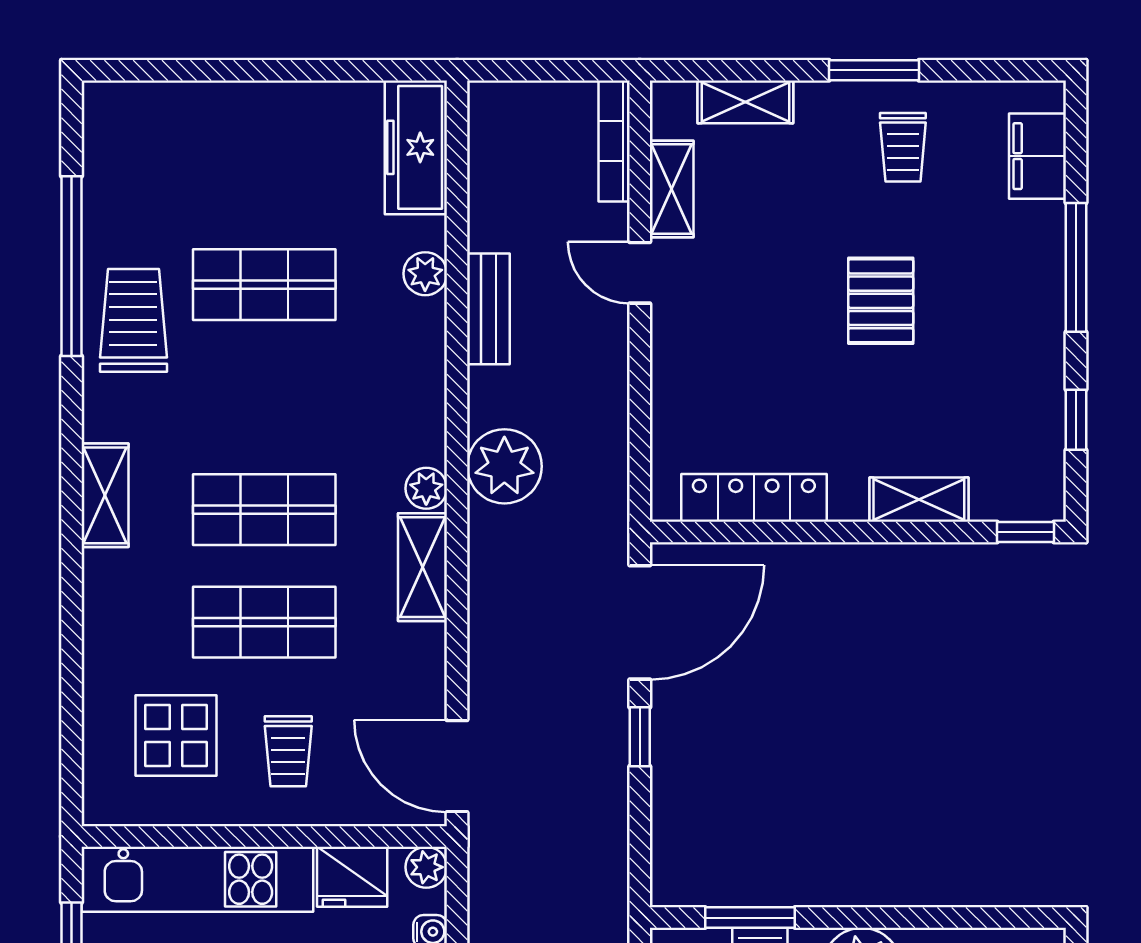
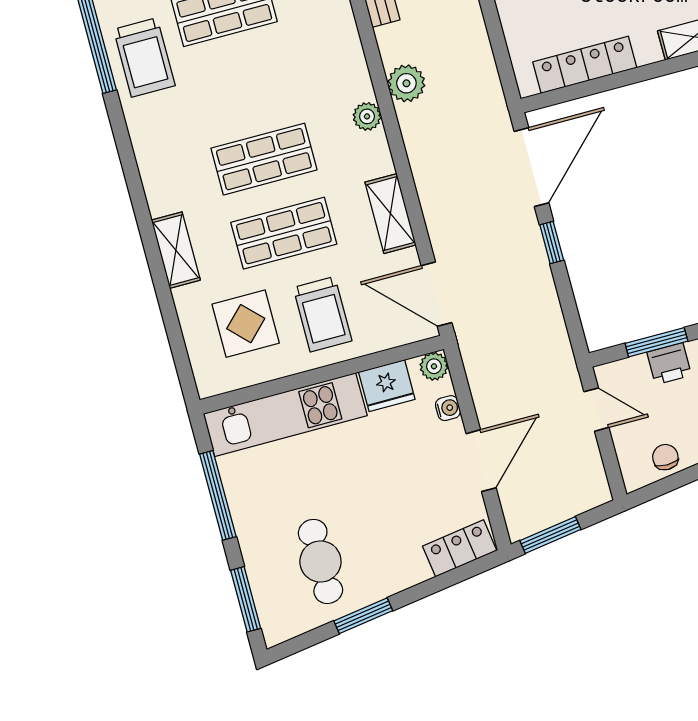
trolley: (133, 320) -> (144, 57), turned 180
plant: (504, 466) -> (406, 83), width x0.73, depth x0.73
shelving: (105, 495) -> (176, 250), moved
shelving: (423, 567) -> (390, 214), moved
trolley: (288, 751) -> (322, 314), width x1.36, depth x1.39

